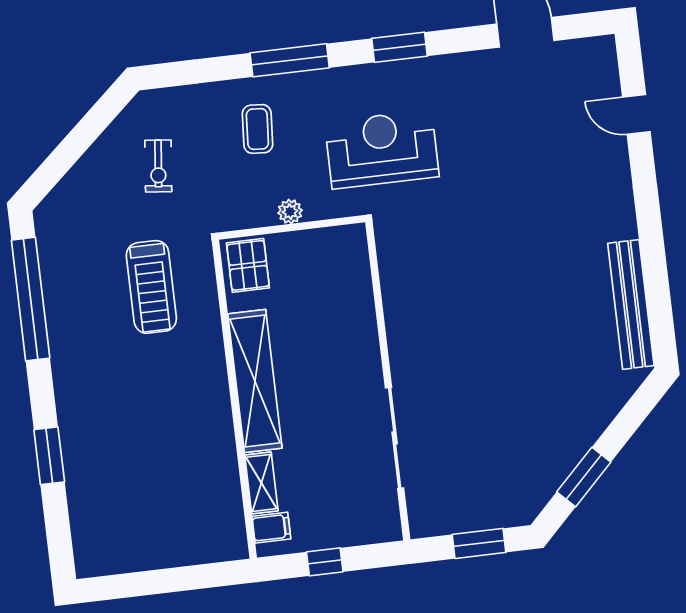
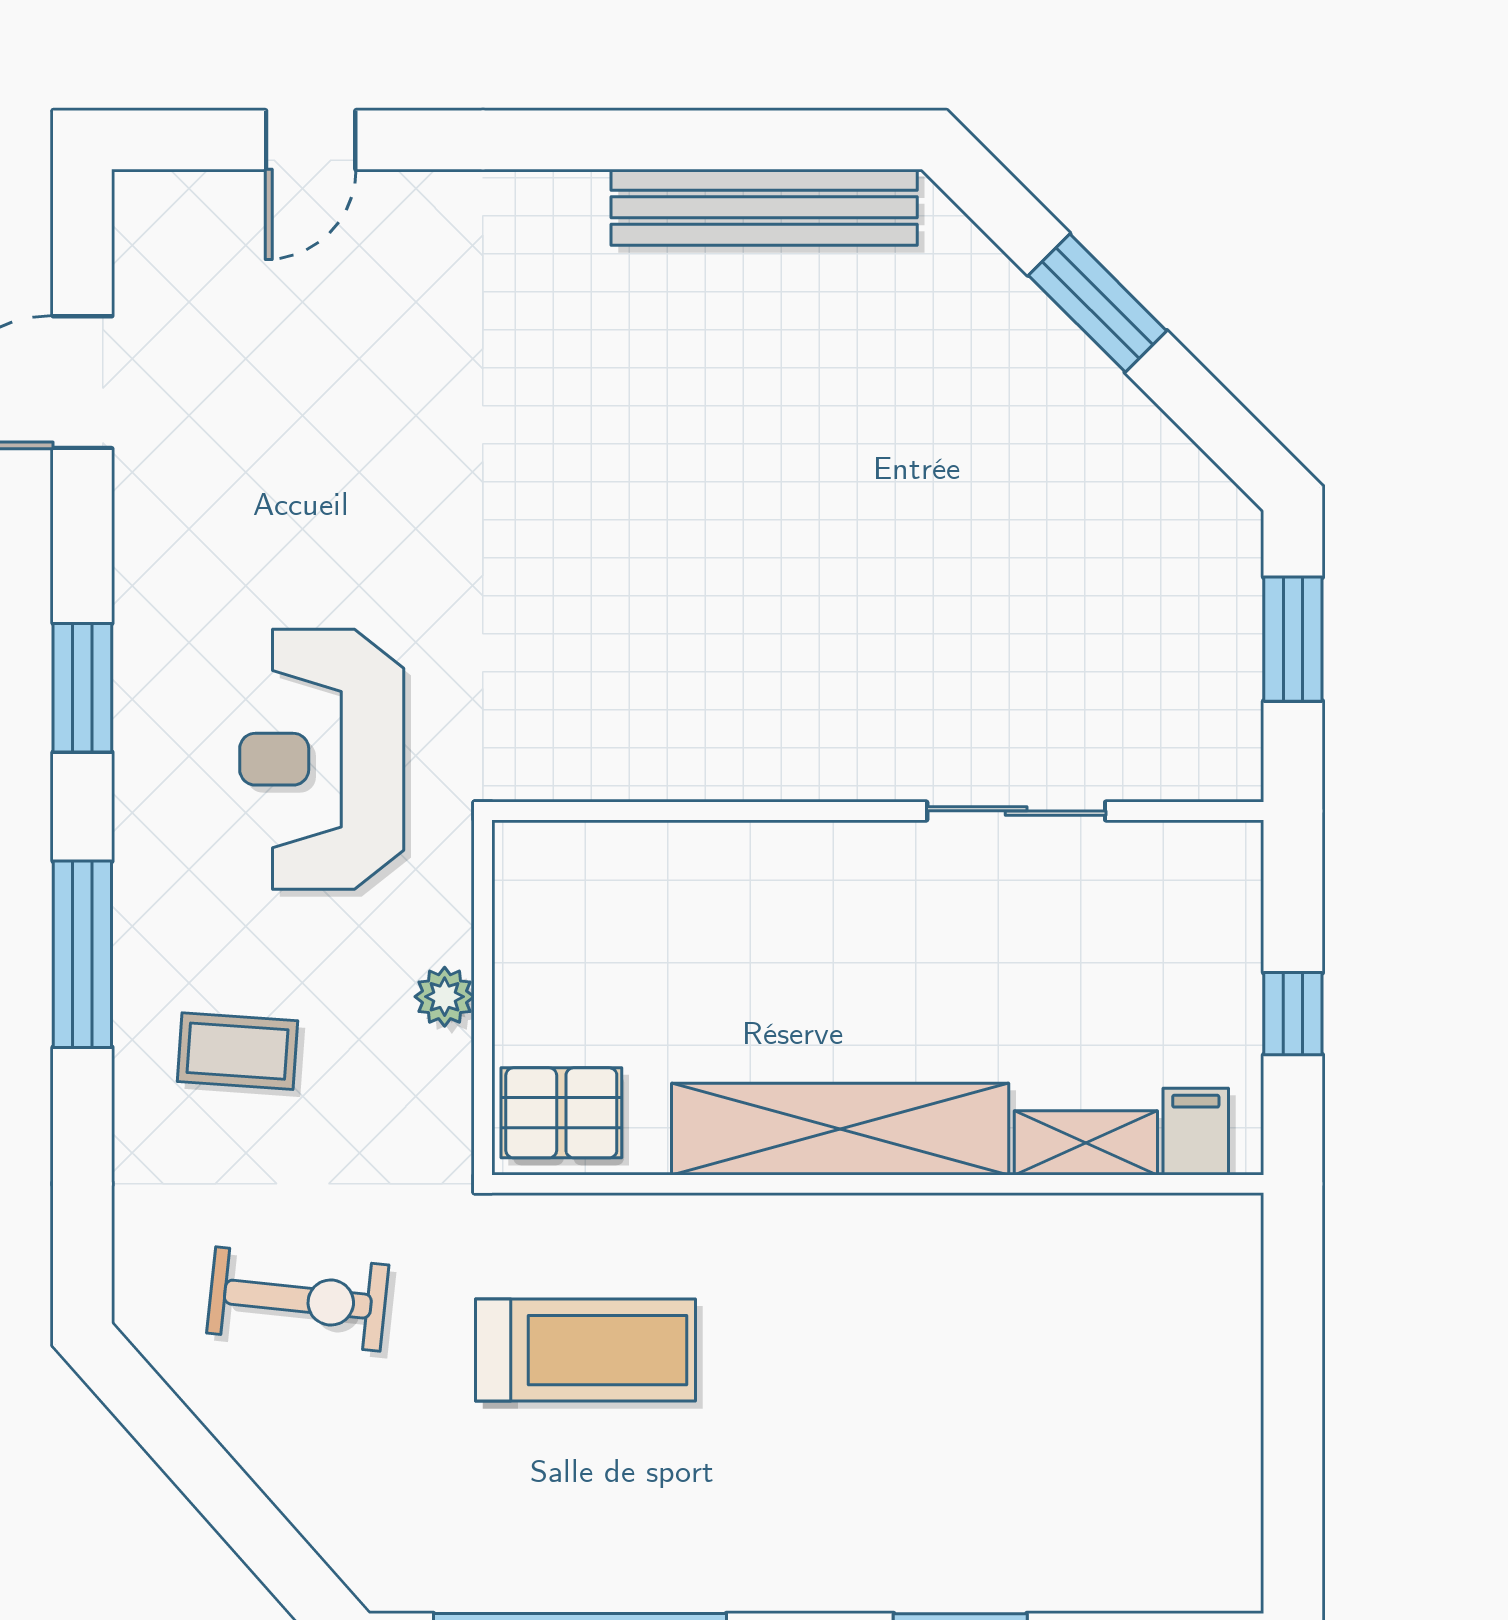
exercise bike: (158, 166) -> (298, 1299), width x1.38, depth x1.39
sliding door: (395, 438) -> (1016, 811), width x0.73
window: (584, 477) -> (1098, 303), moved

